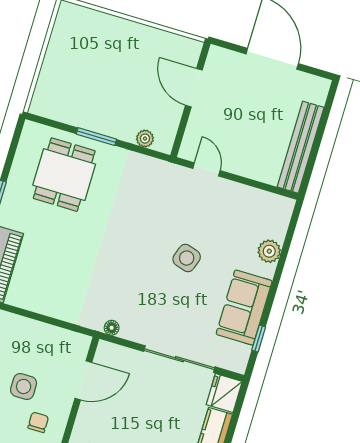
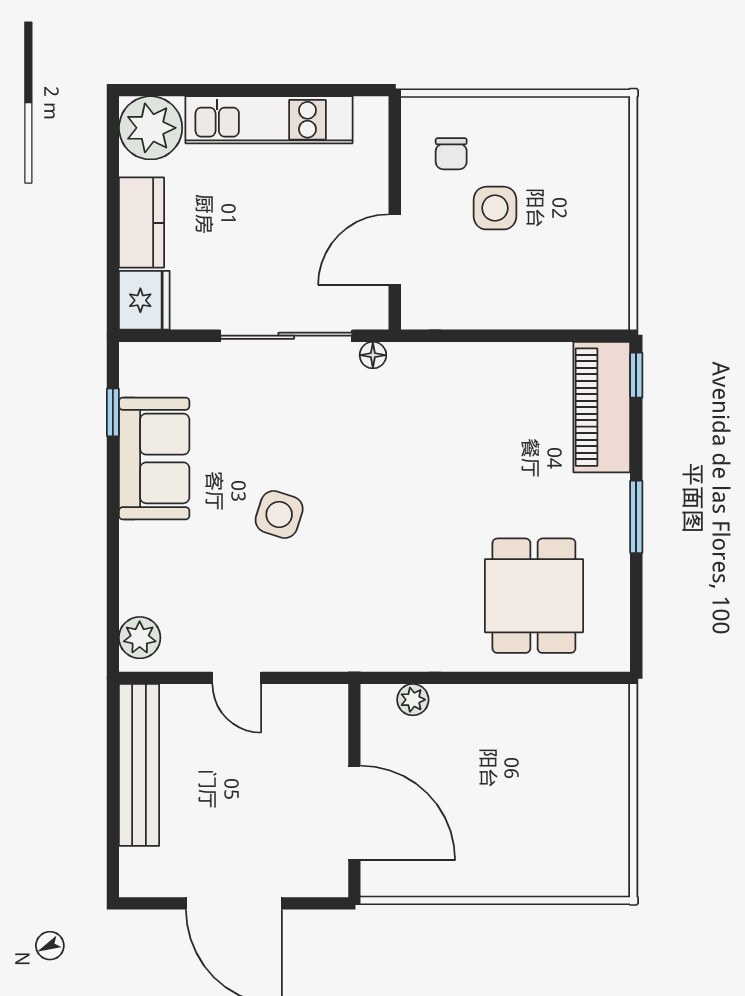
door: (194, 88) -> (354, 813), width x1.36
window: (96, 137) -> (498, 678), removed
door: (206, 169) -> (237, 678), moved
plant: (269, 251) -> (140, 638), moved
sliding door: (179, 359) -> (286, 336), moved

